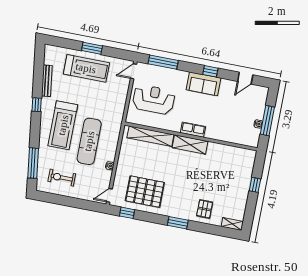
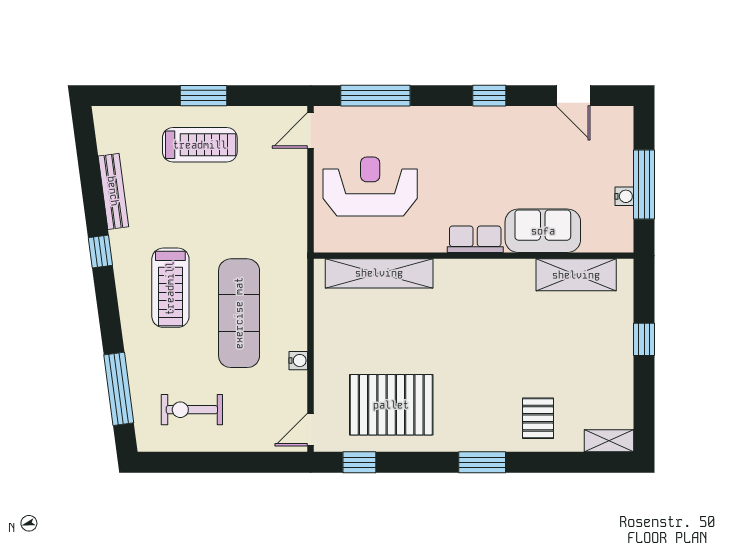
treadmill: (86, 68) -> (200, 145), width x0.73, depth x0.73
door: (245, 78) -> (573, 96), hinge flipped
sofa: (203, 84) -> (543, 231), moved, turned 180
treadmill: (63, 125) -> (170, 288), width x0.73, depth x0.73
shelving: (190, 144) -> (576, 275), moved

